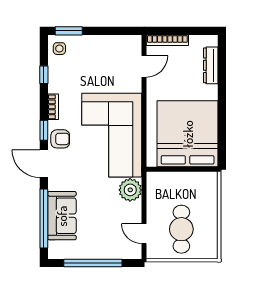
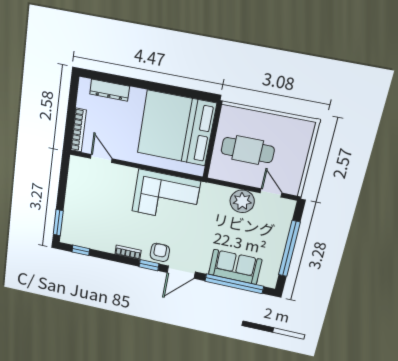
side table: (59, 49) -> (74, 235), removed
window: (44, 75) -> (81, 250), moved
corner sofa: (112, 135) -> (166, 196), width x0.73, depth x0.74
plant: (130, 190) -> (242, 201), moved
cafe table: (181, 229) -> (248, 150), moved
door: (144, 234) -> (271, 193), swing flipped

